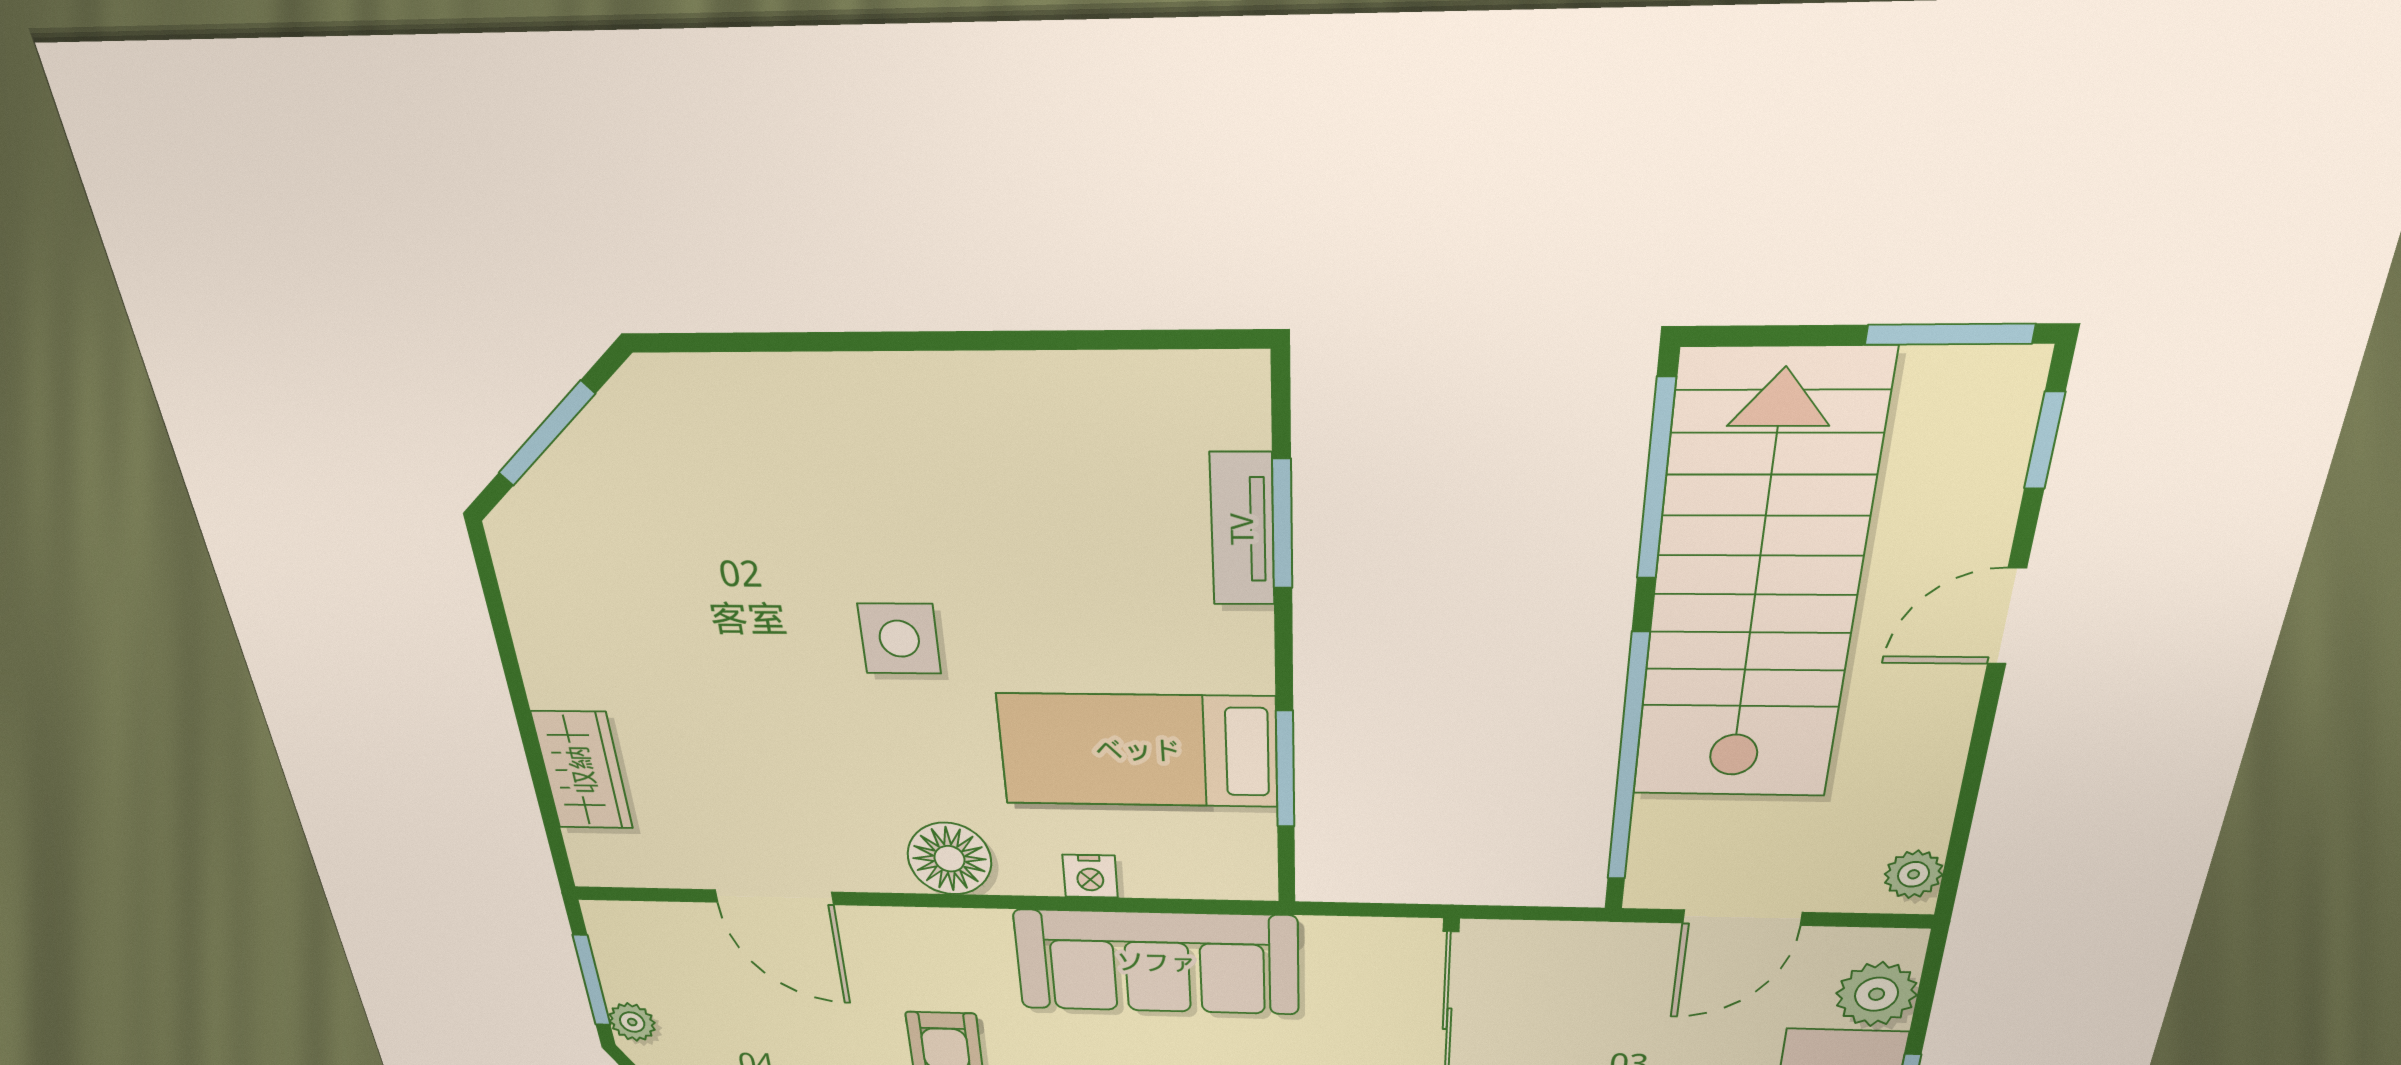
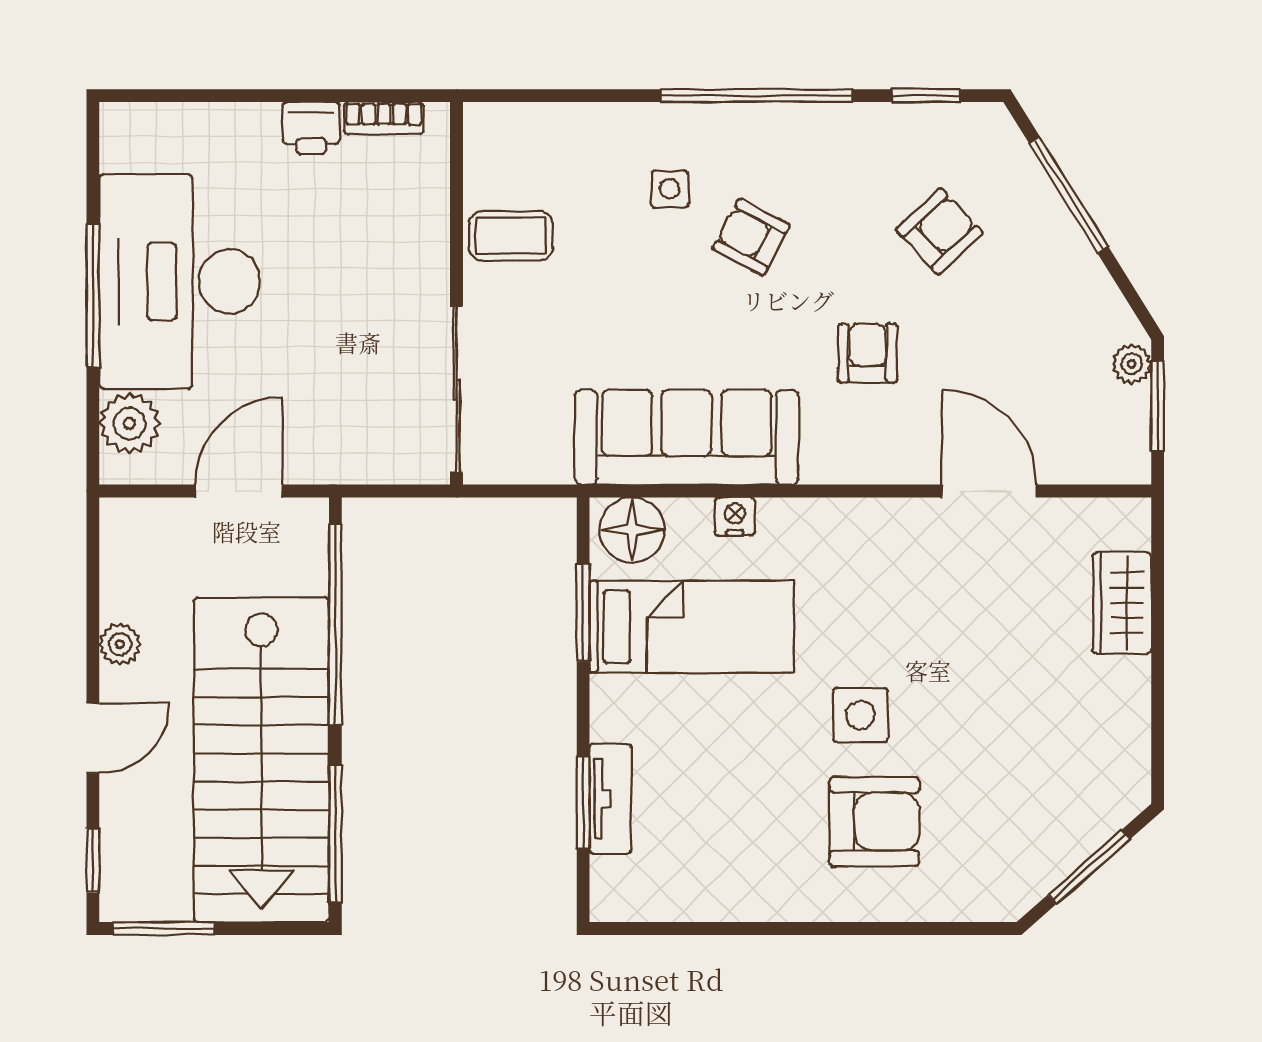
armchair: (861, 497) -> (874, 822), added
floor lamp: (949, 859) -> (632, 530), moved
plant: (1914, 874) -> (120, 644), moved

